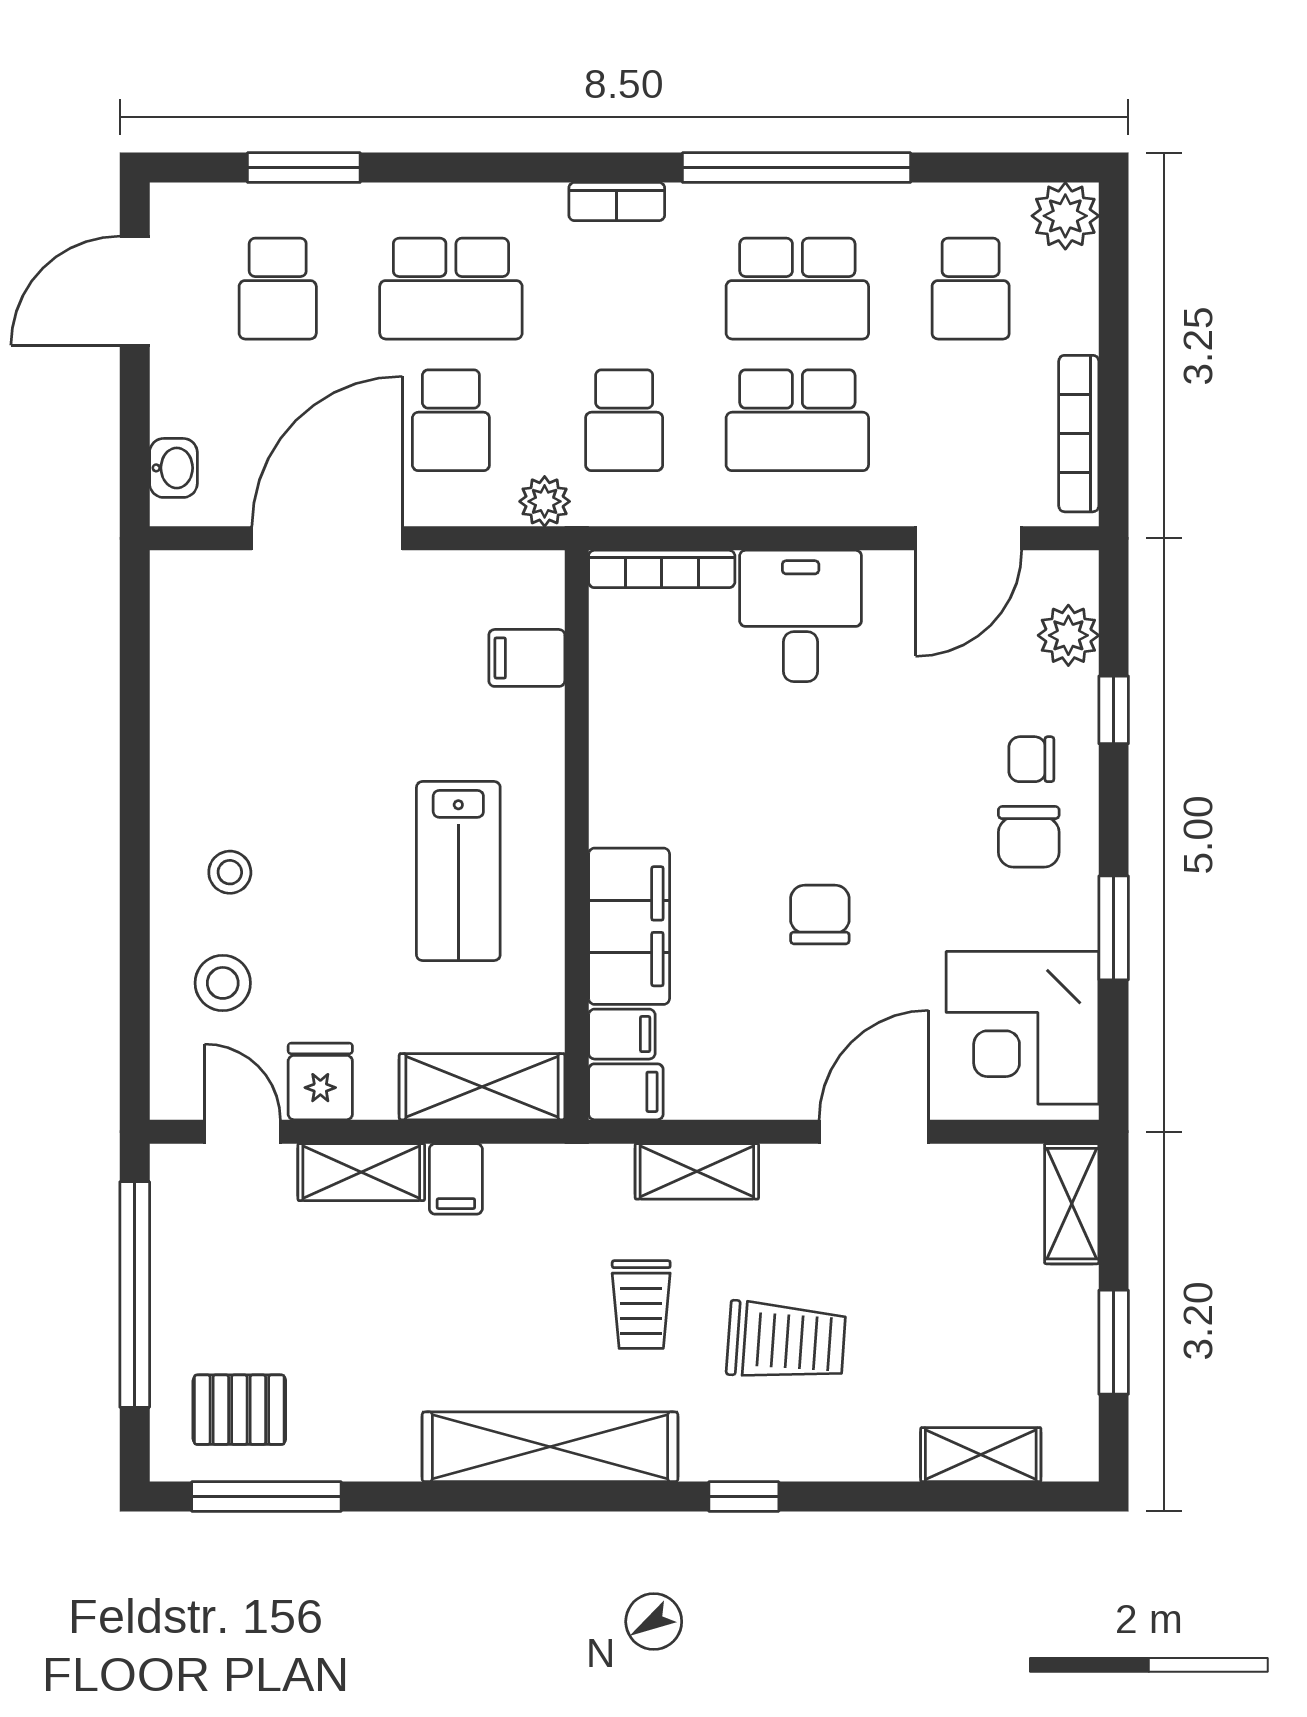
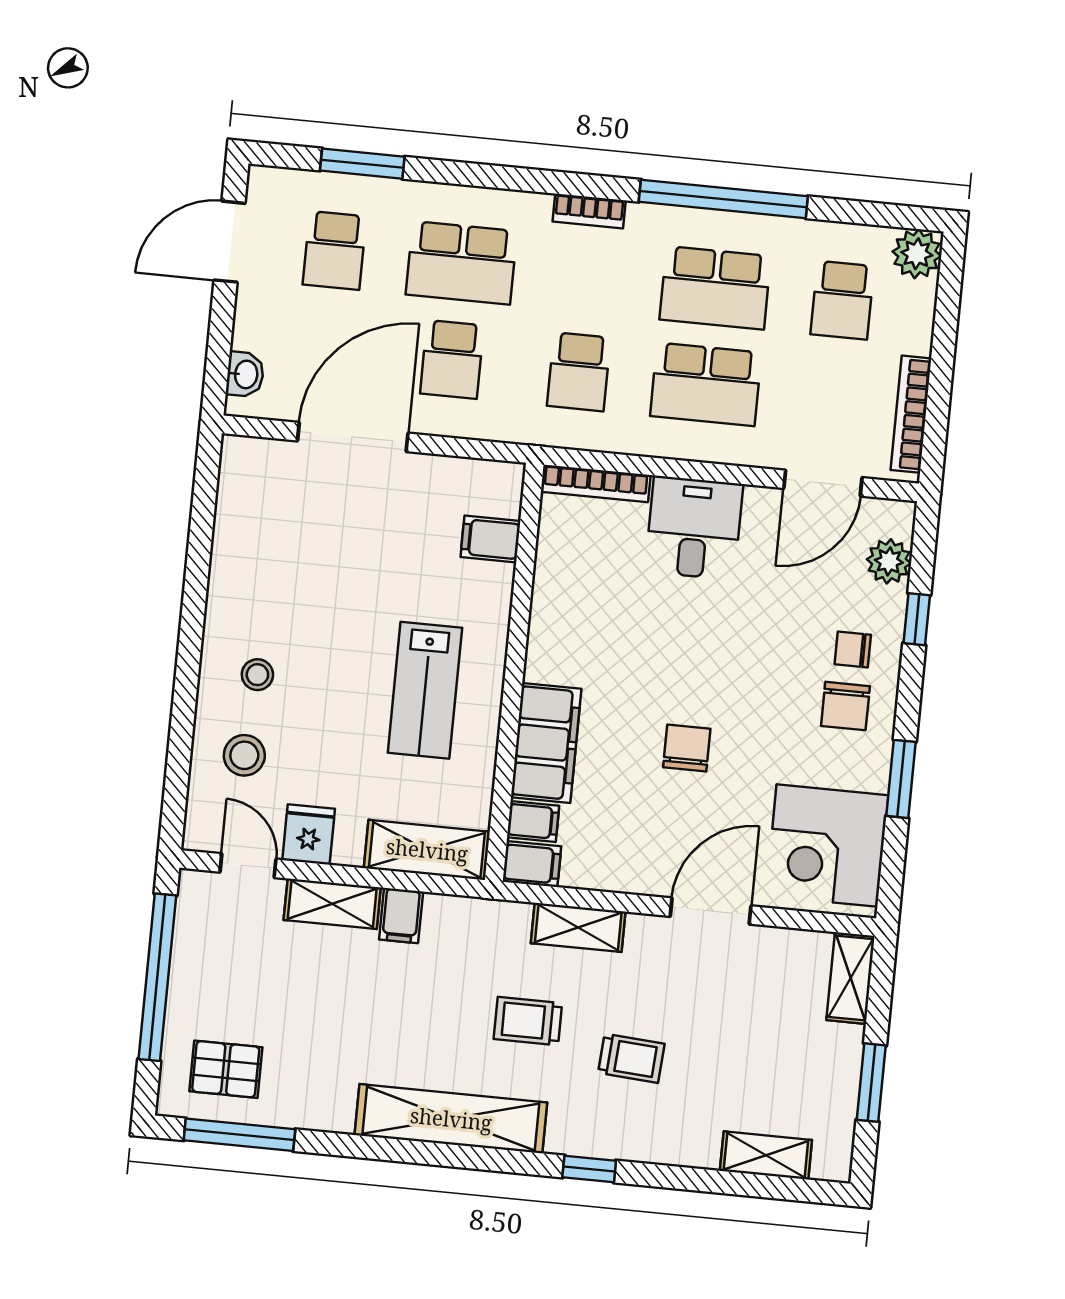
plant: (545, 501) -> (515, 426), removed
trolley: (641, 1305) -> (528, 1021), turned 90
trolley: (786, 1341) -> (631, 1058), width x0.73, depth x0.72

